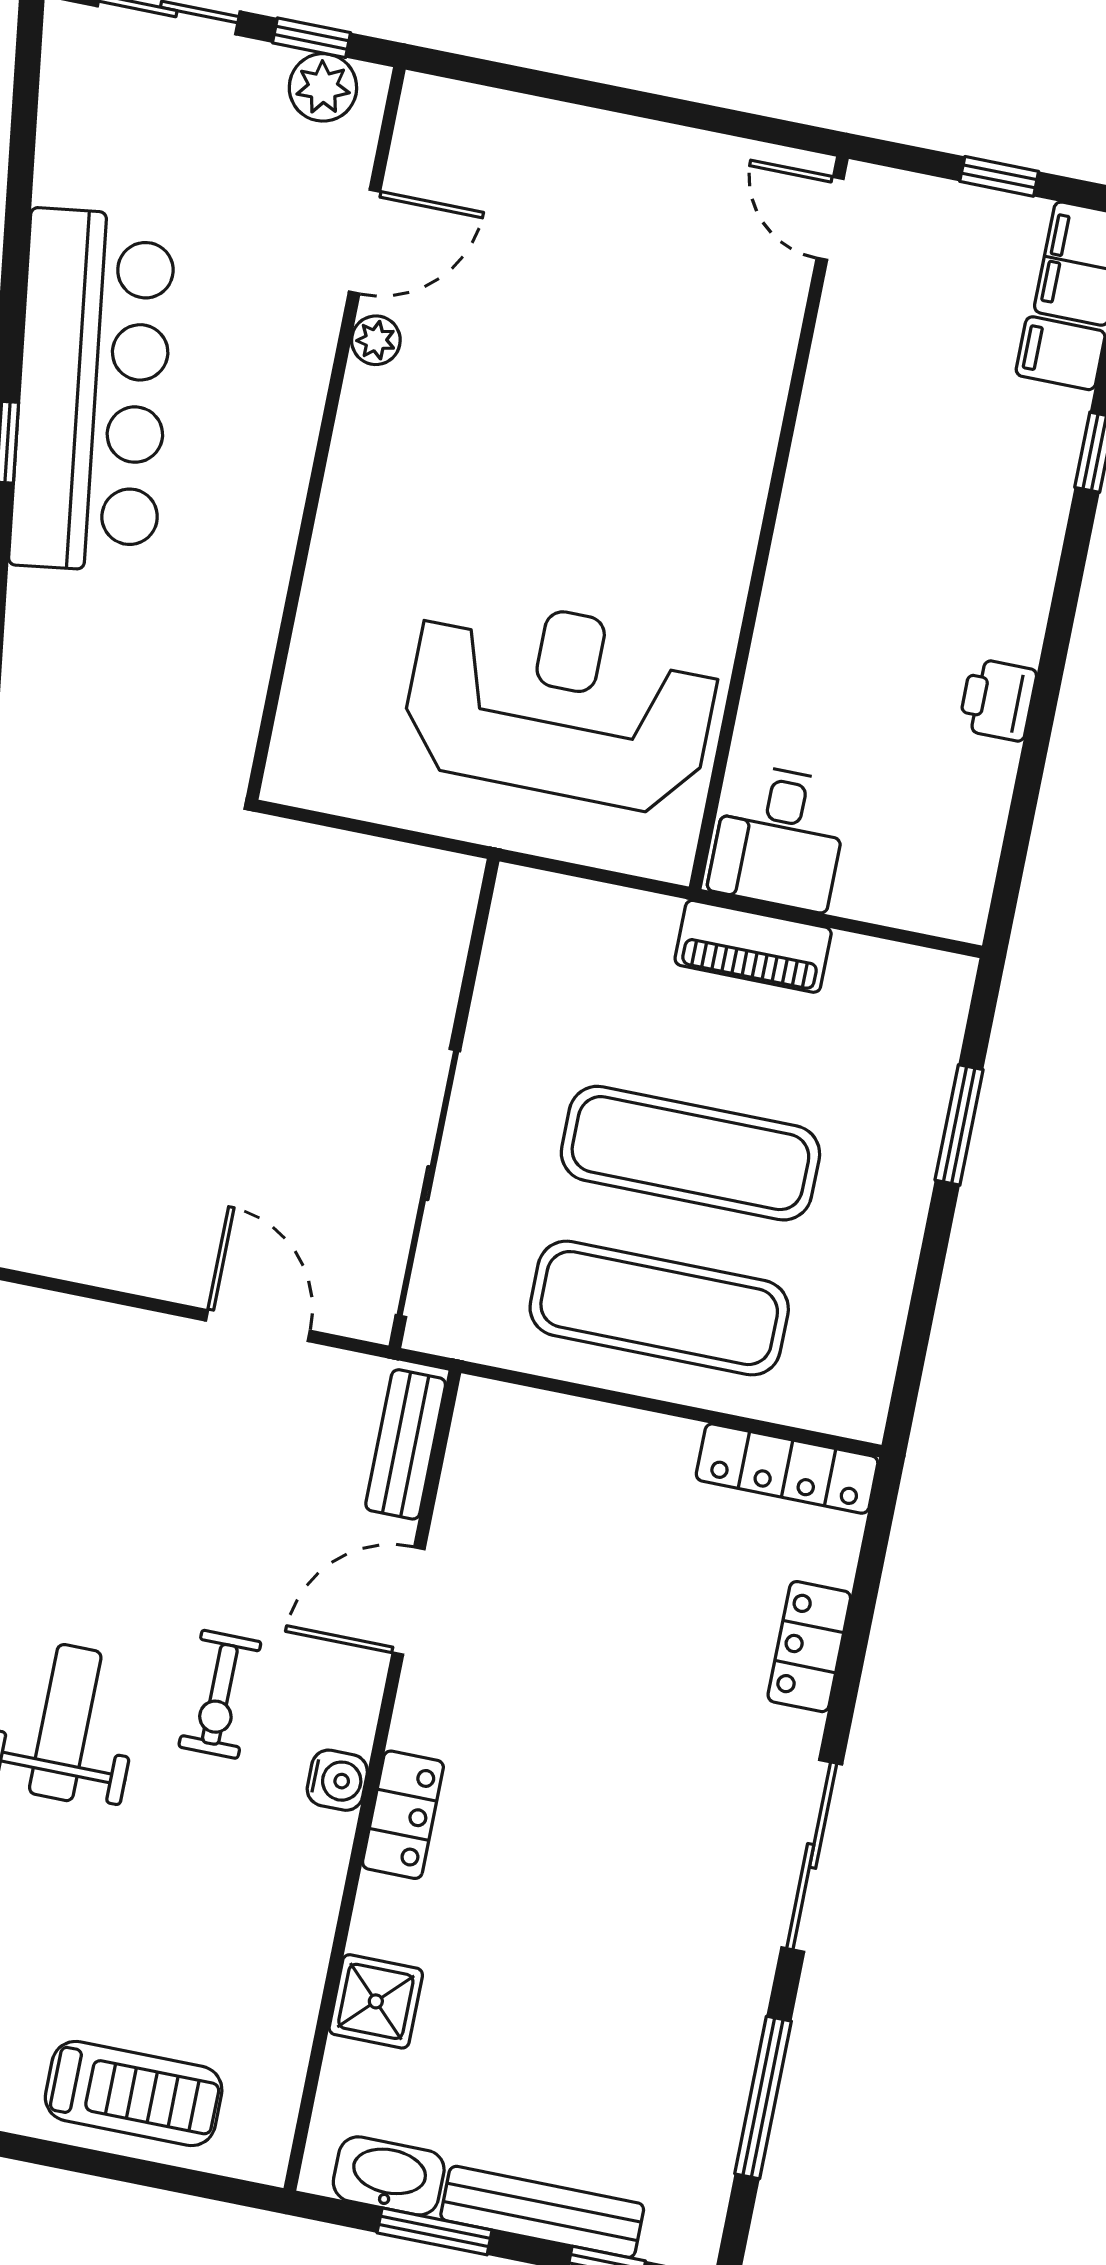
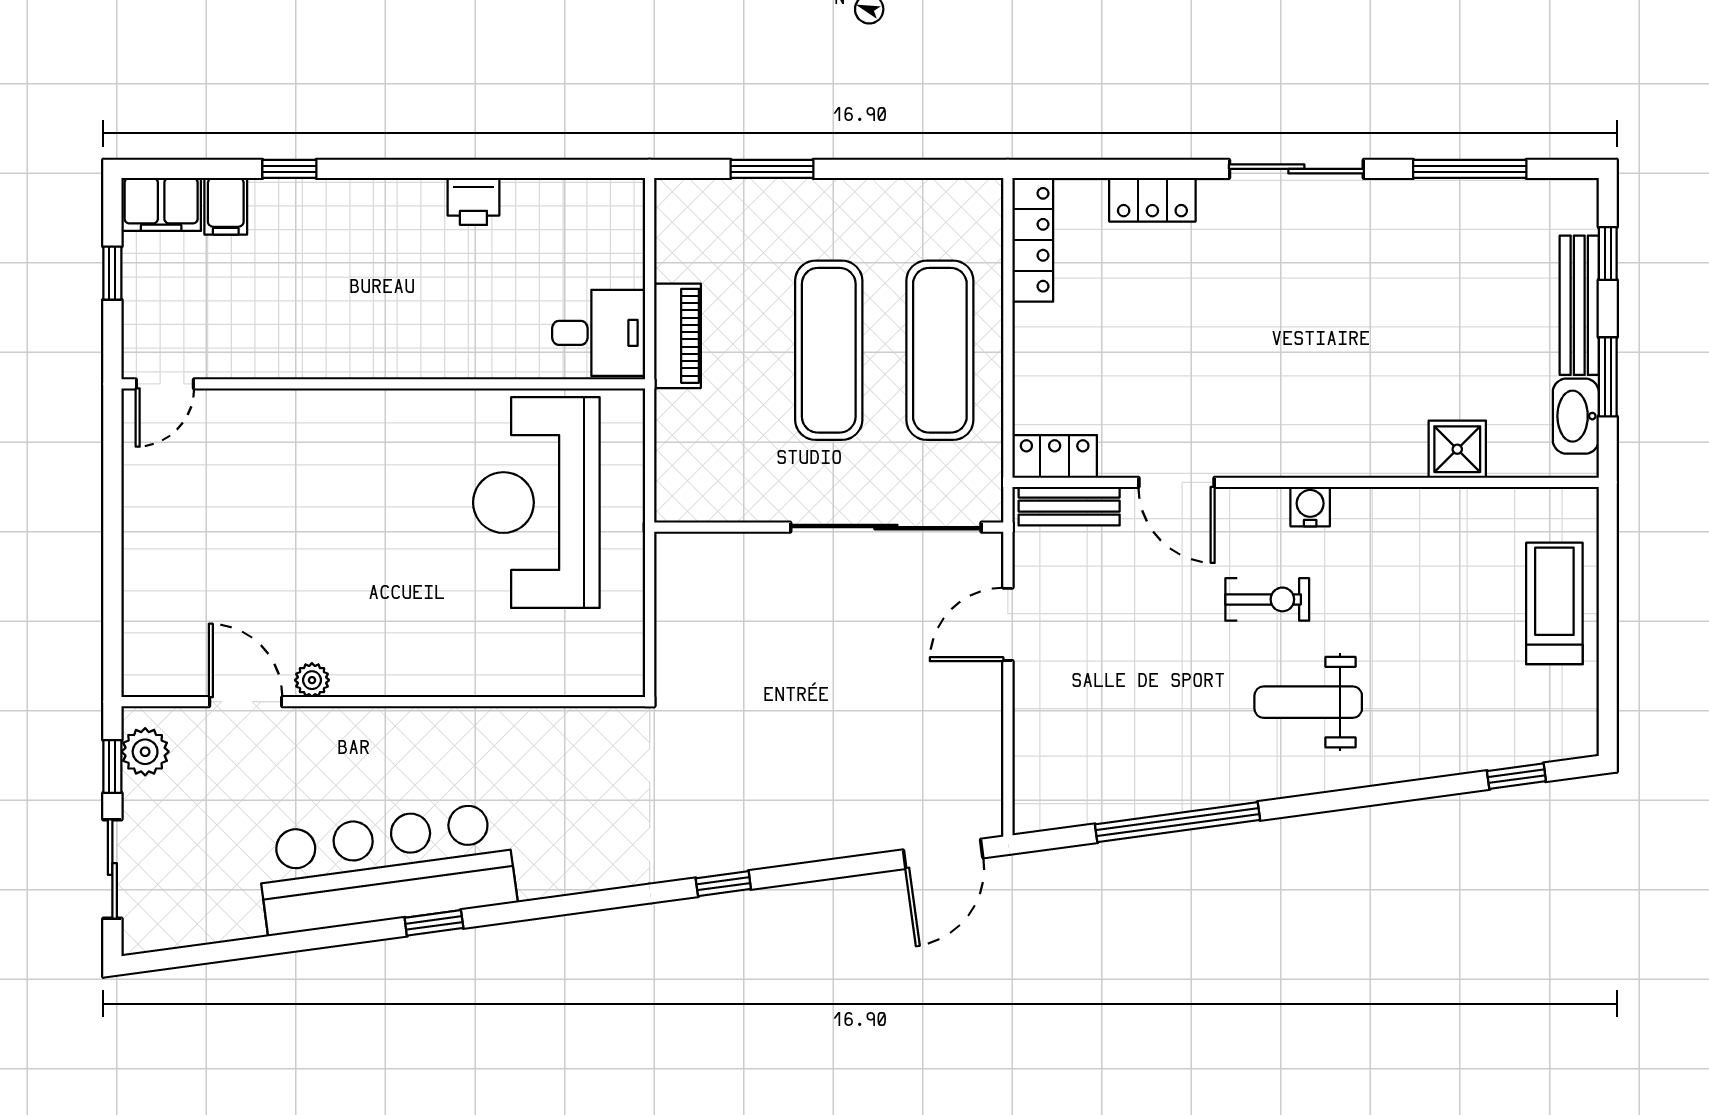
locker: (403, 1815) -> (1055, 456), moved

